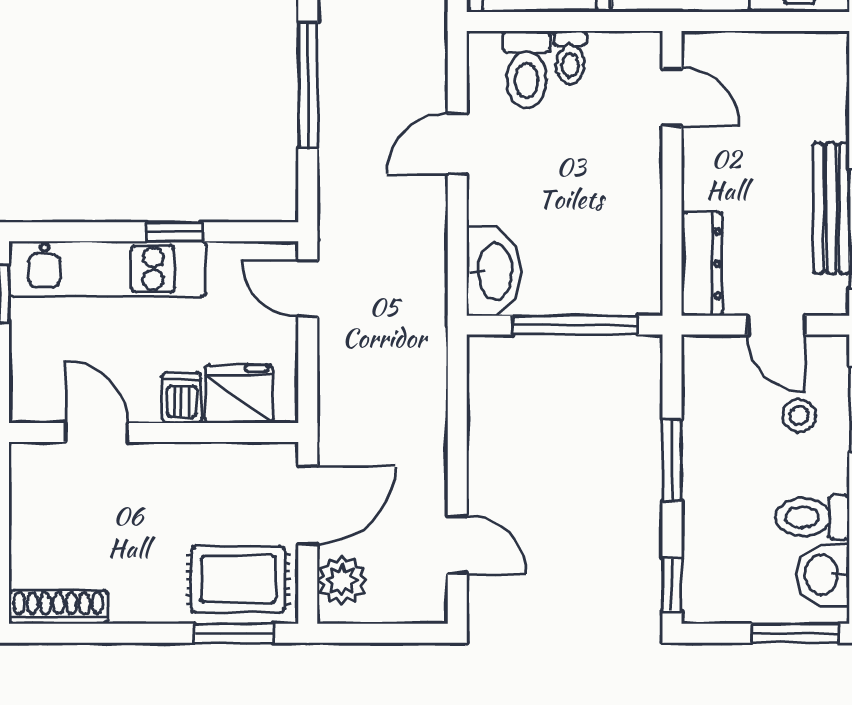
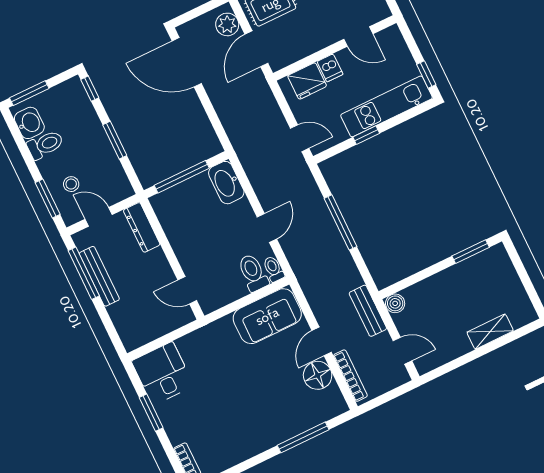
toilet: (570, 58) -> (273, 269), moved
door: (457, 545) -> (187, 62), width x1.87

